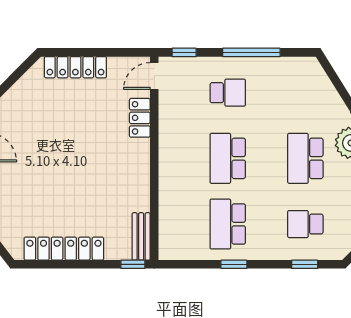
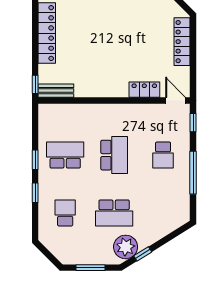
school desk: (228, 158) -> (114, 155), turned 90
school desk: (305, 158) -> (114, 213), turned 180
window: (305, 264) -> (35, 193), moved

